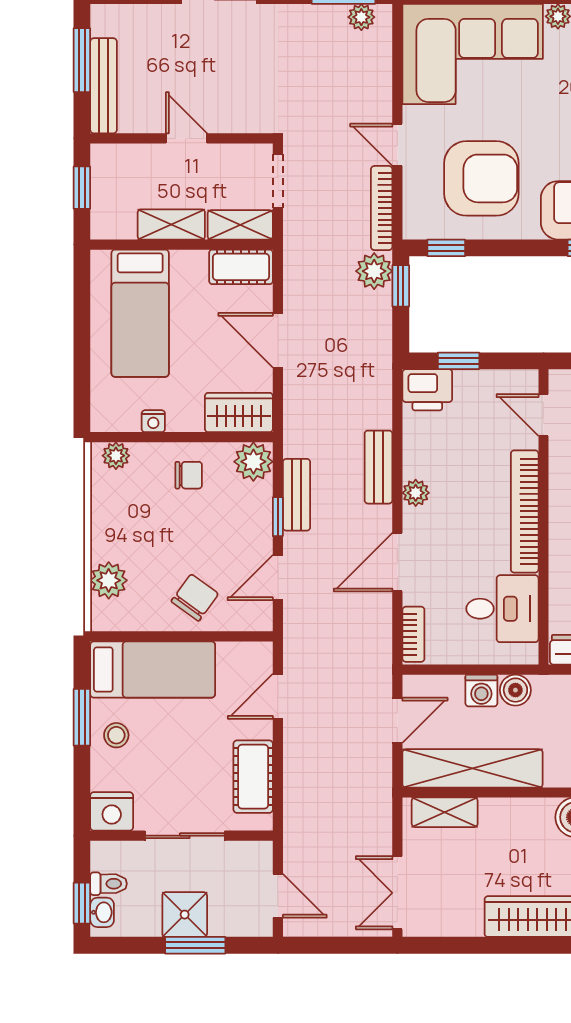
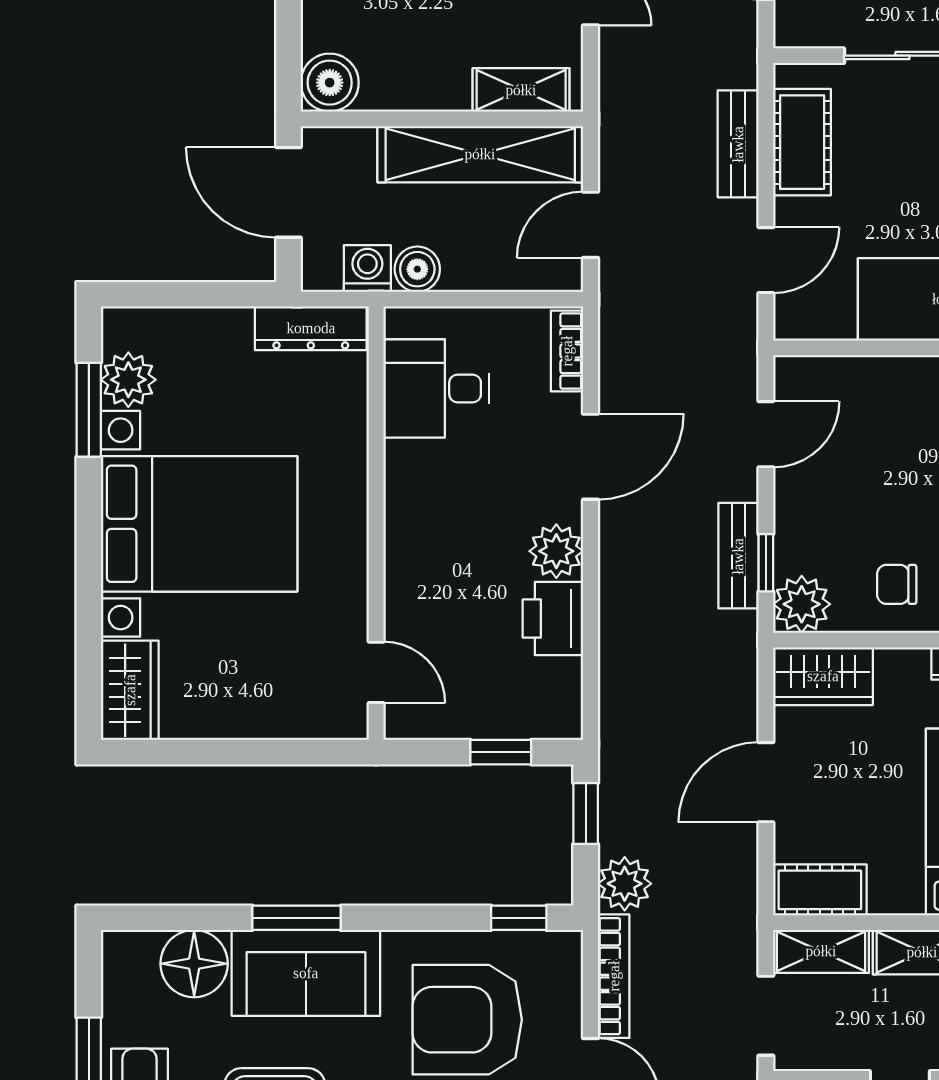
window: (401, 286) -> (586, 813), moved
door: (278, 340) -> (766, 782), swing flipped
printer: (427, 390) -> (553, 619), moved, turned -90
bench: (378, 467) -> (738, 144), moved
plant: (416, 493) -> (556, 551), width x1.38, depth x1.38
bookcase: (525, 511) -> (404, 531), removed
window: (278, 517) -> (766, 563), moved
chair: (195, 598) -> (888, 405), removed
washing machine: (481, 691) -> (367, 268), moved

